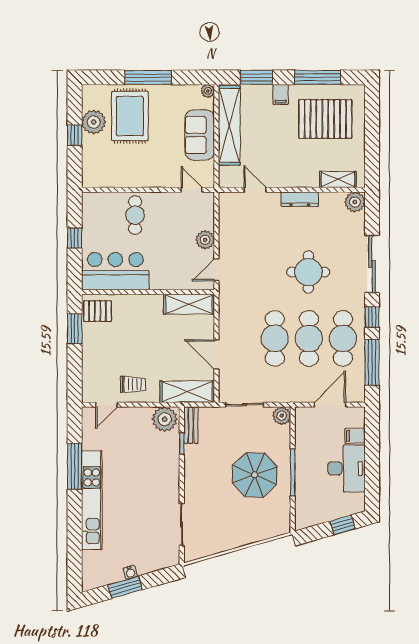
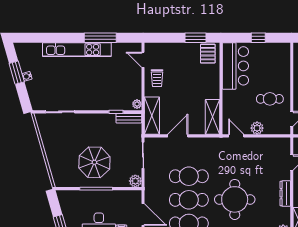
cafe table: (135, 215) -> (270, 99), moved
round table: (308, 272) -> (235, 199), width x1.36, depth x1.36
plant: (165, 419) -> (137, 104), width x0.53, depth x0.53

